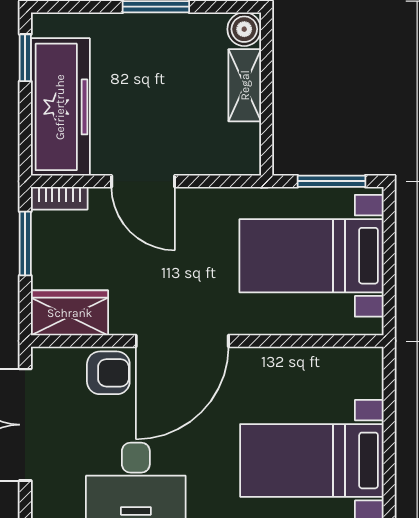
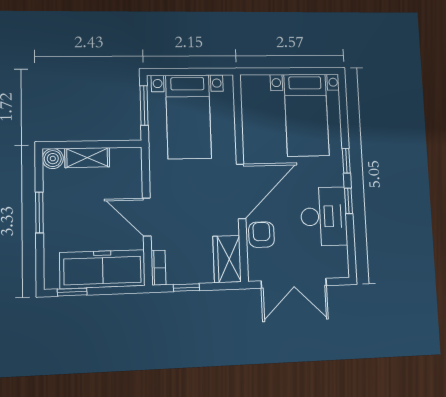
door: (143, 181) -> (147, 217), swing flipped
window: (25, 243) -> (186, 288), width x0.67
door: (182, 341) -> (241, 191), hinge flipped

